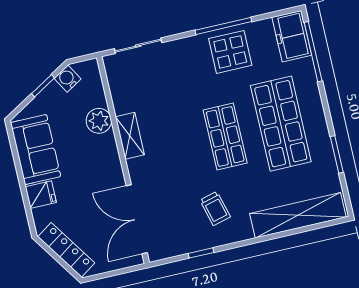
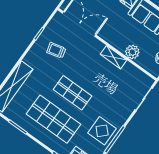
trolley: (215, 208) -> (56, 50), moved

